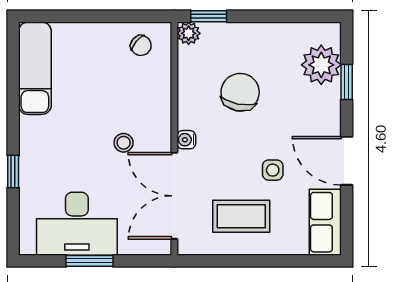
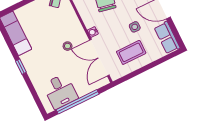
window: (13, 172) -> (21, 67), moved
desk: (77, 224) -> (60, 91), width x0.73
window: (90, 261) -> (78, 102), width x2.11

